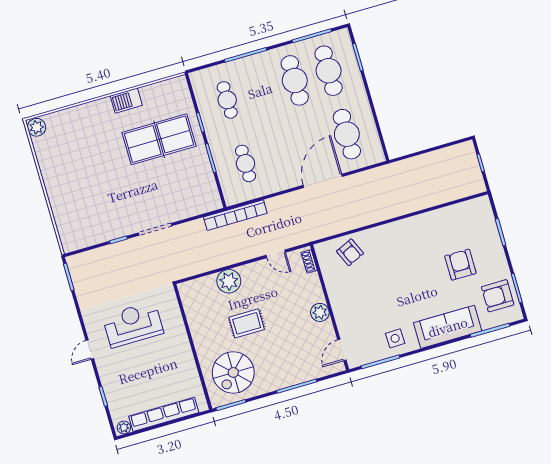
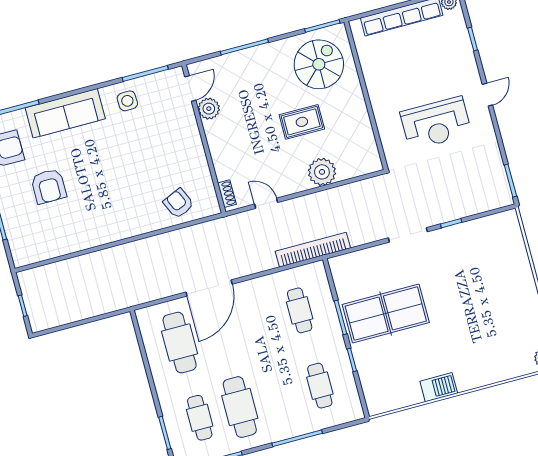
cafe table: (329, 71) -> (200, 418), width x0.73, depth x0.74
table tennis table: (159, 139) -> (386, 314), moved
plant: (320, 312) -> (209, 109), moved

